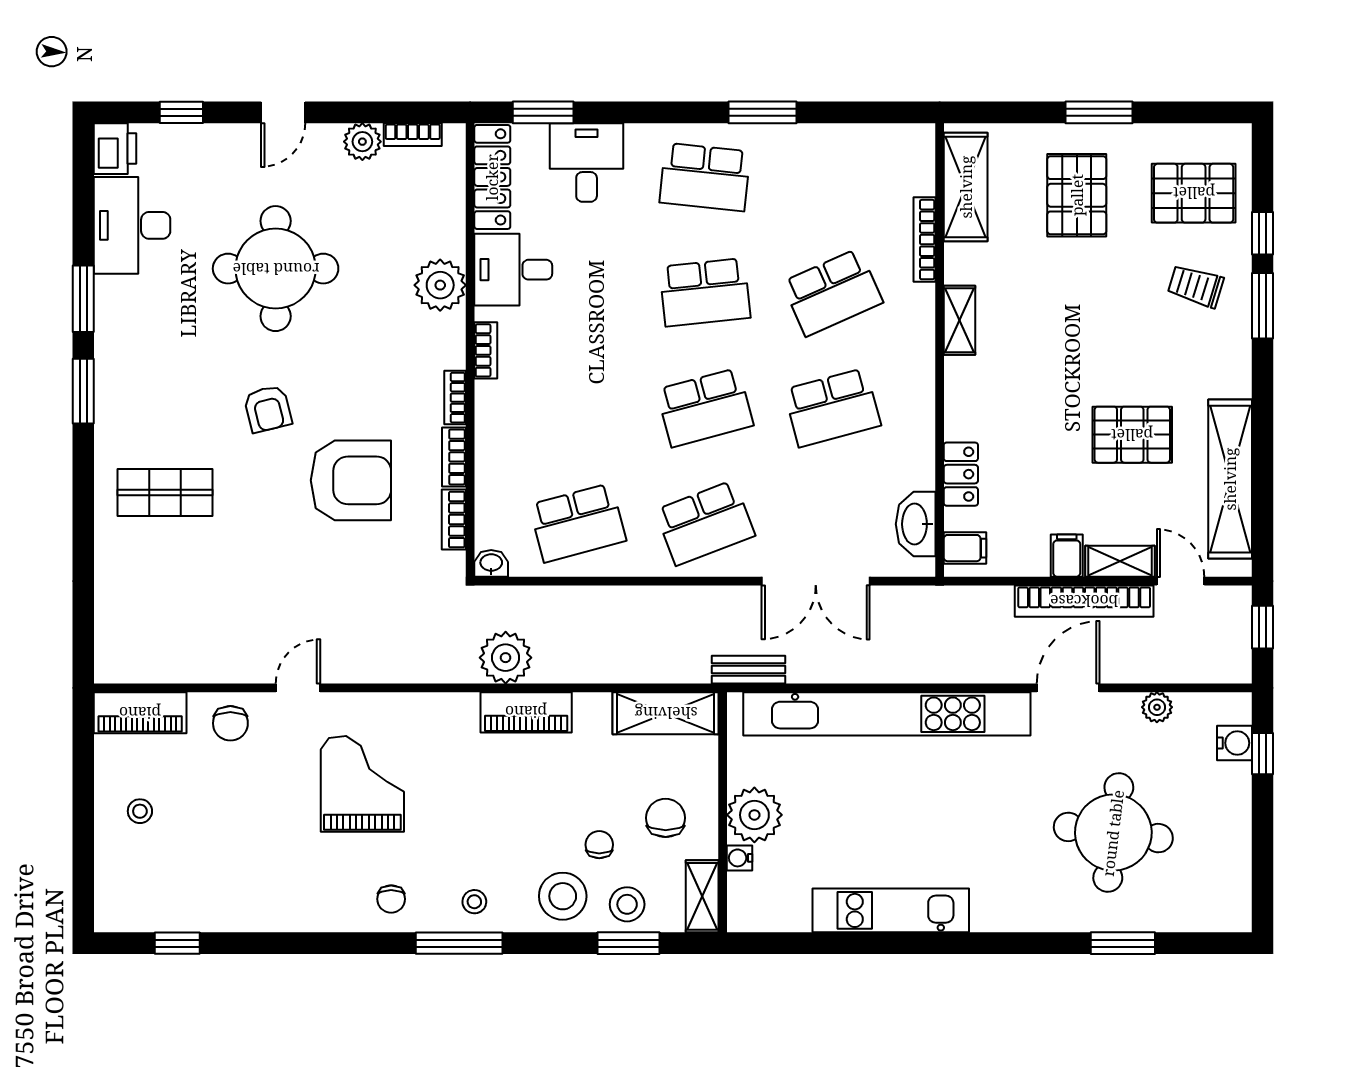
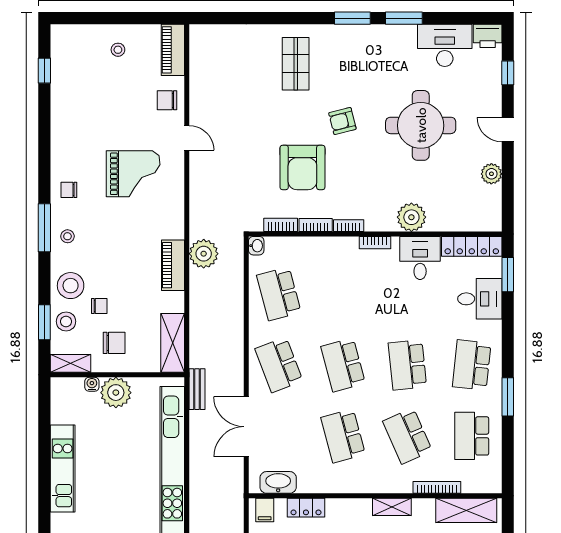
bookcase: (413, 135) -> (495, 202), removed
school desk: (832, 177) -> (472, 436), added

